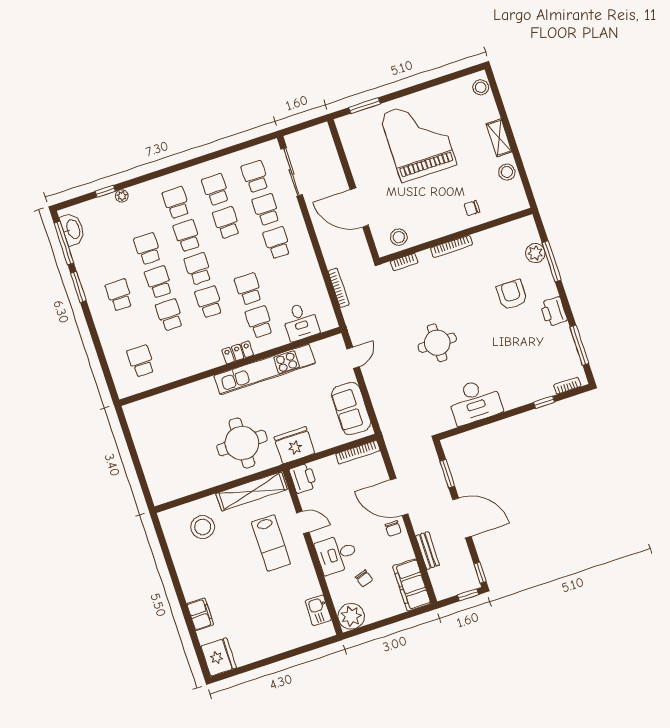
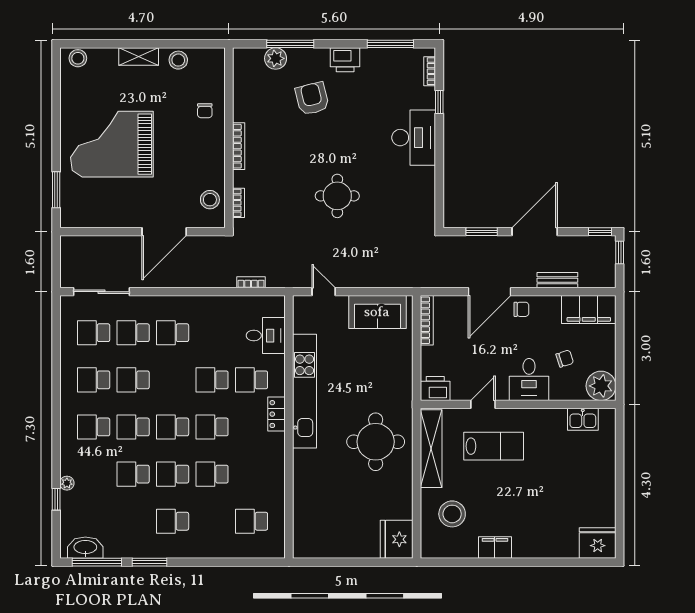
bookcase: (339, 288) -> (251, 282), width x0.64
armchair: (512, 295) -> (312, 99), turned 76
desk: (475, 401) -> (414, 138), moved
fridge: (294, 445) -> (397, 539), moved
filing cabinet: (200, 614) -> (495, 548), moved

